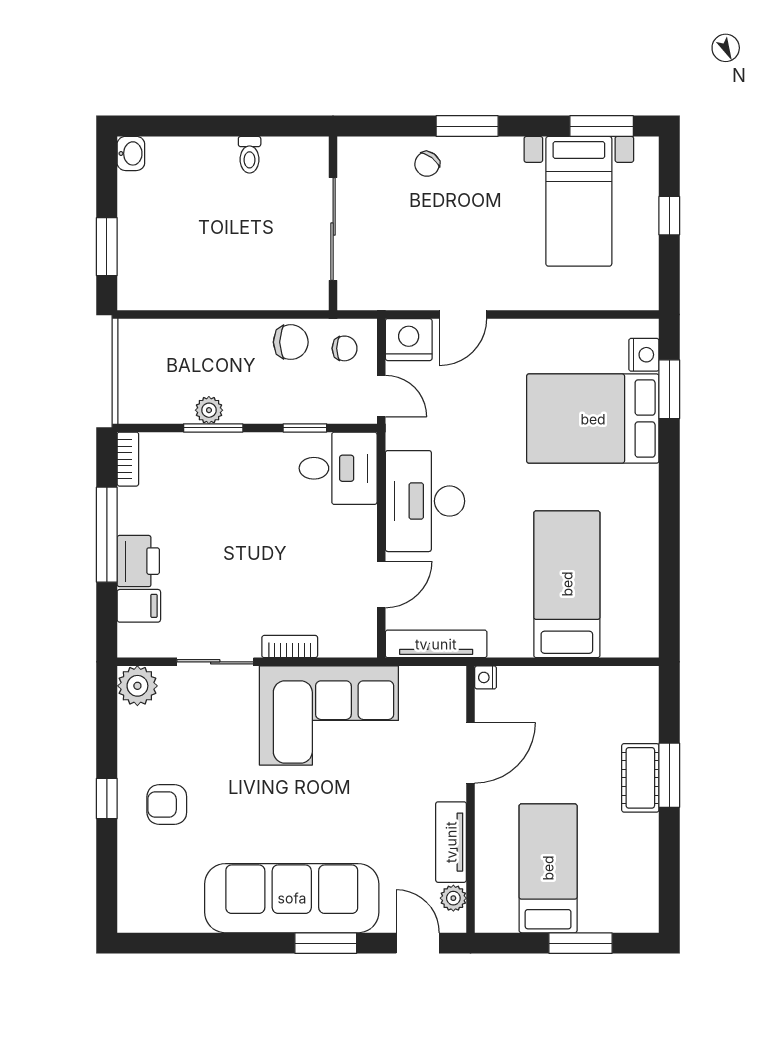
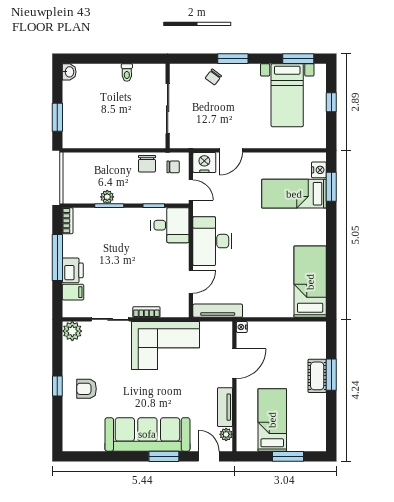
chair: (291, 342) -> (147, 164), turned 90
bed: (593, 419) -> (294, 194), width x0.67
bed: (567, 584) -> (310, 282), moved

